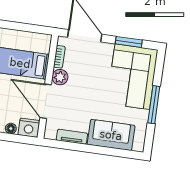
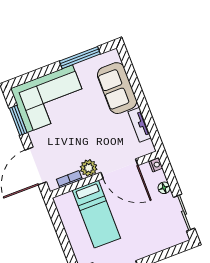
door: (46, 101) -> (119, 169), hinge flipped
window: (154, 105) -> (80, 58), moved
nightstand: (29, 128) -> (156, 165), width x0.53, depth x0.56

